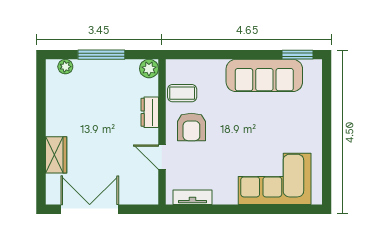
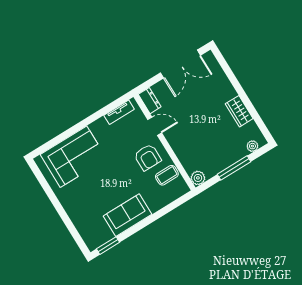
sofa: (264, 75) -> (128, 215), width x0.73
dresser: (150, 112) -> (150, 101), moved
armchair: (191, 127) -> (148, 157), turned 180
wardrobe: (56, 155) -> (239, 111), moved

